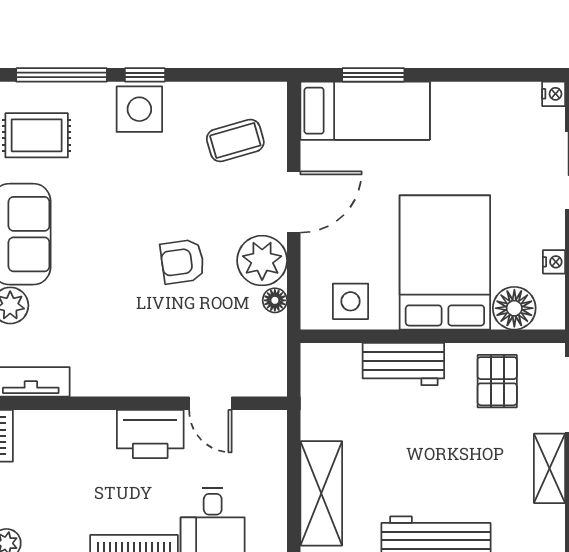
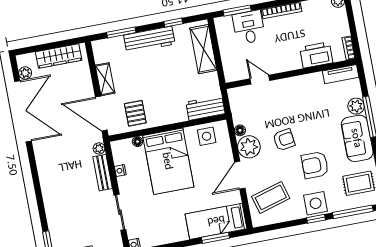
coffee table: (235, 140) -> (271, 197), width x1.36, depth x1.30
armchair: (125, 193) -> (315, 165), added
floor lamp: (514, 308) -> (137, 142), width x0.53, depth x0.53
workbench: (403, 364) -> (205, 108), moved
printer: (150, 434) -> (316, 55), moved

